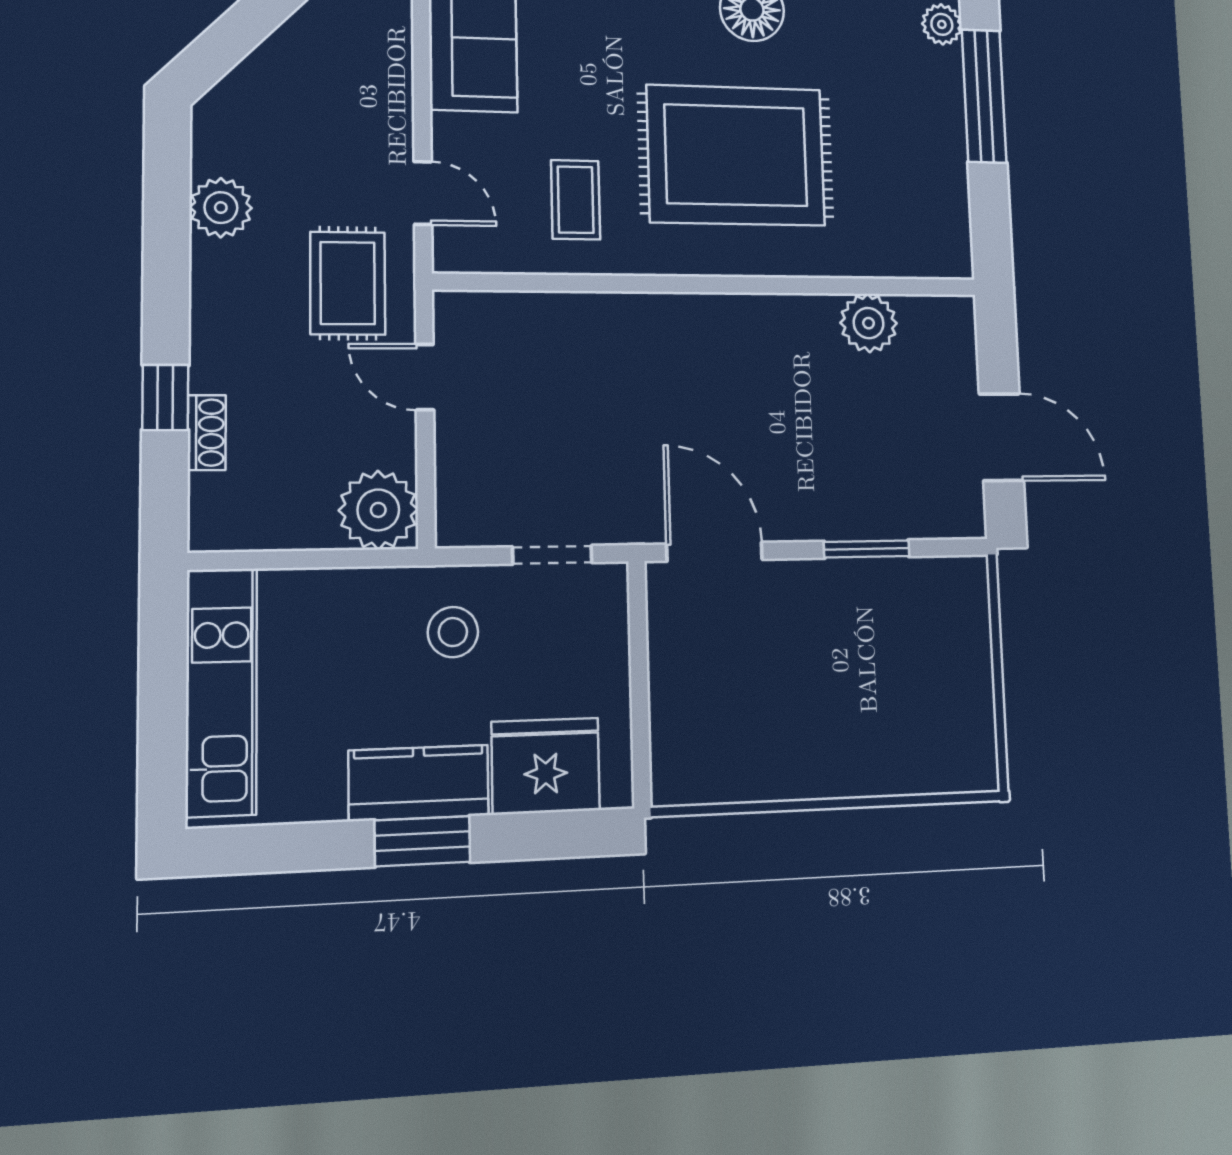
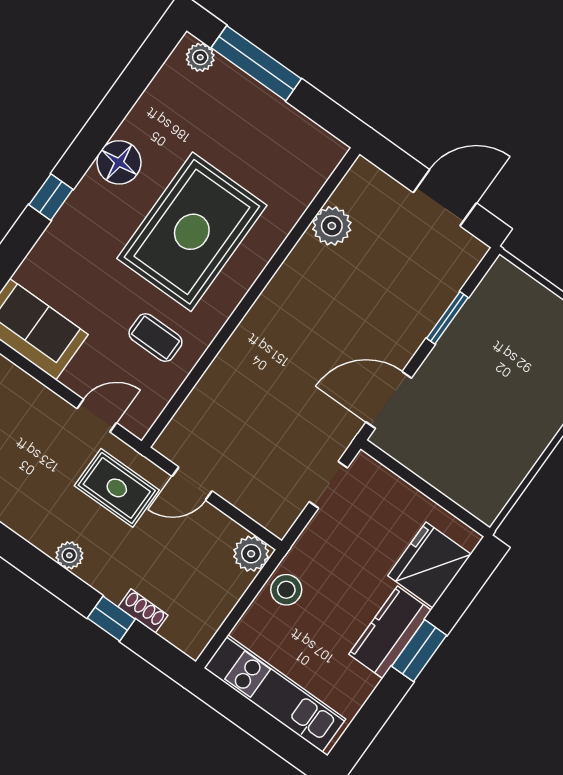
plant: (221, 208) -> (69, 555), moved, width x0.73, depth x0.73
plant: (378, 510) -> (251, 554), width x0.73, depth x0.73
stool: (453, 632) -> (286, 590), moved

